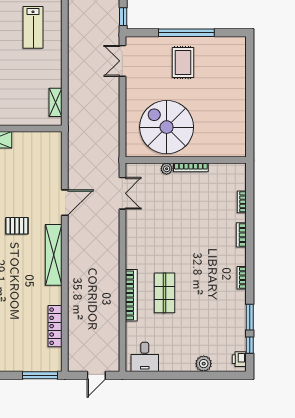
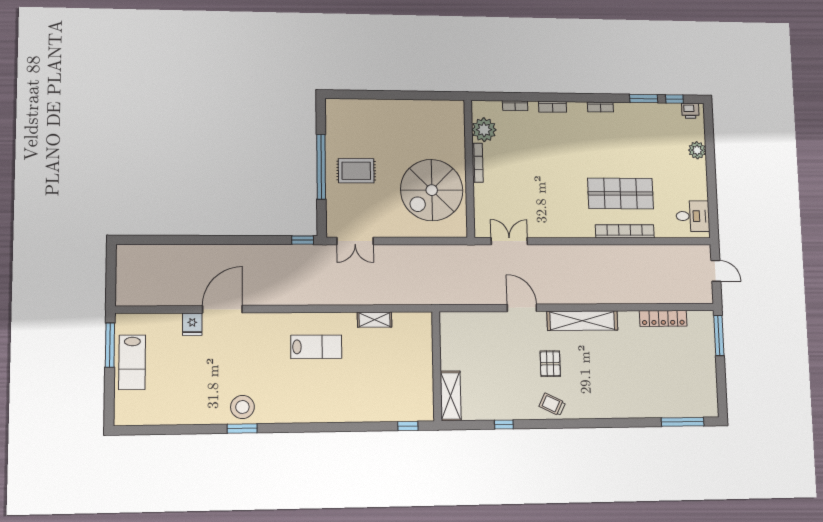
shelving: (56, 102) -> (375, 320), moved
plant: (167, 169) -> (484, 130), moved, width x1.88, depth x1.88
shop shelf: (165, 293) -> (621, 193), width x1.43, depth x1.36

